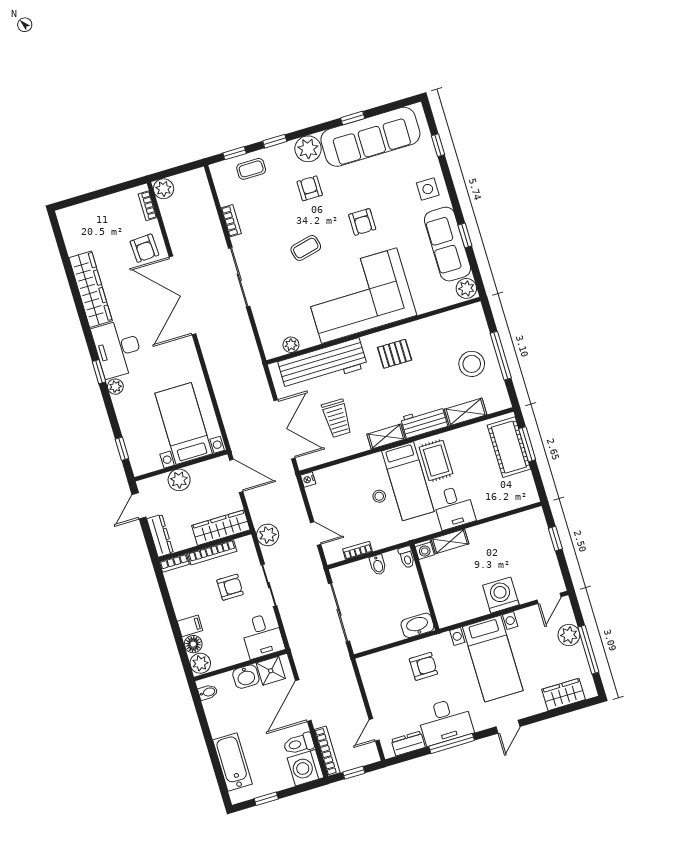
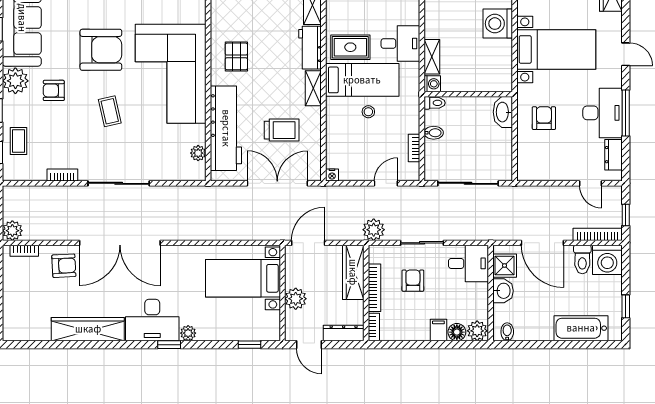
armchair: (362, 222) -> (101, 50), width x1.88, depth x1.88

